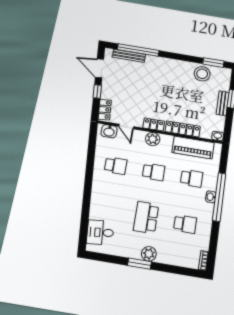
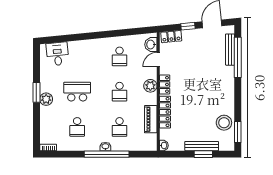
bench: (223, 103) -> (202, 146), width x1.36
piano: (193, 148) -> (151, 119), width x0.73, depth x0.75

